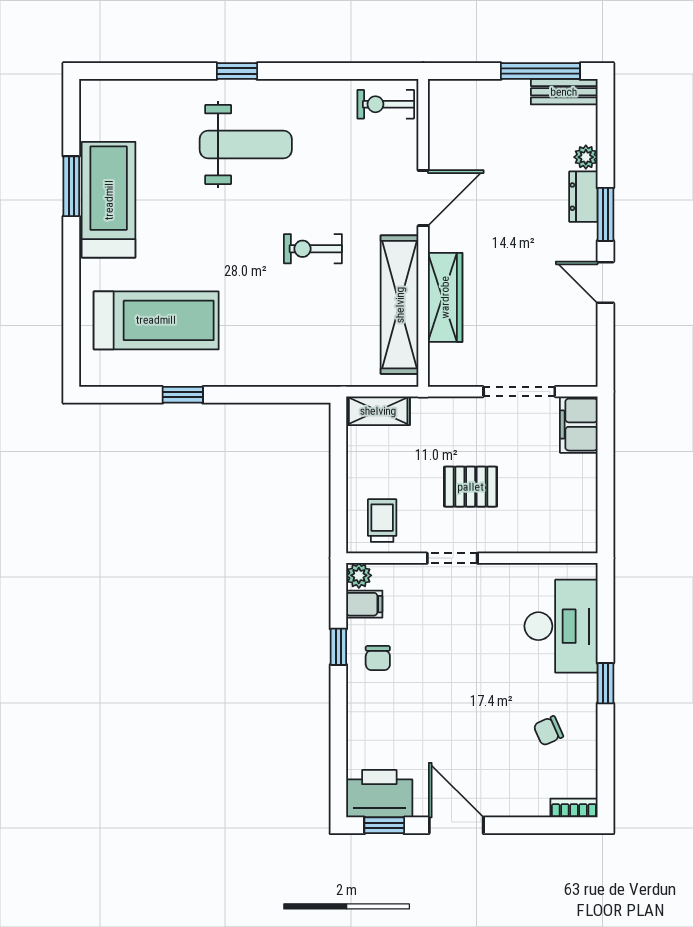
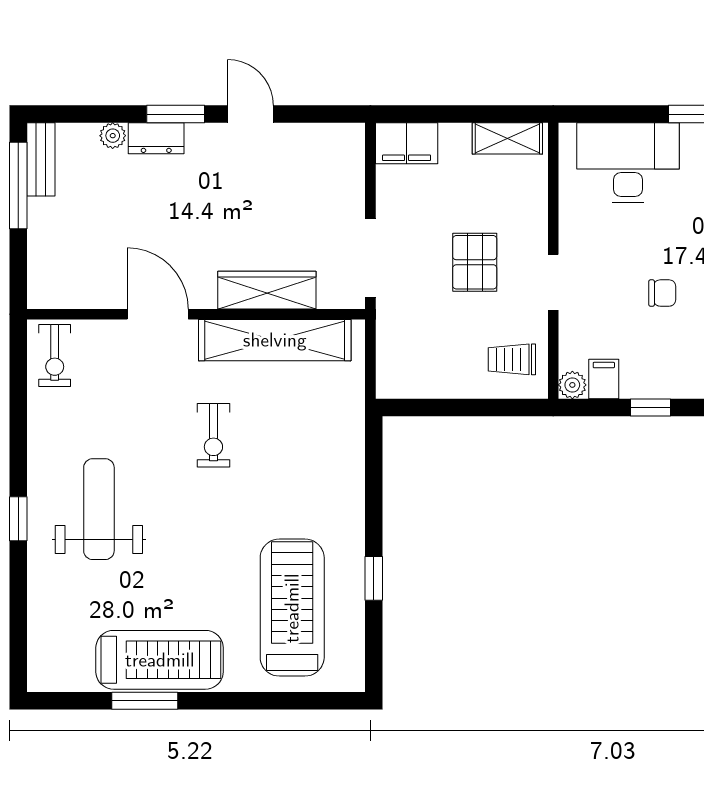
treadmill: (109, 200) -> (160, 660), turned 180
door: (605, 282) -> (250, 114), swing flipped
doorway: (519, 392) -> (370, 258), moved
shelving: (378, 411) -> (507, 138), moved, turned 90
chair: (378, 658) -> (662, 293), moved

